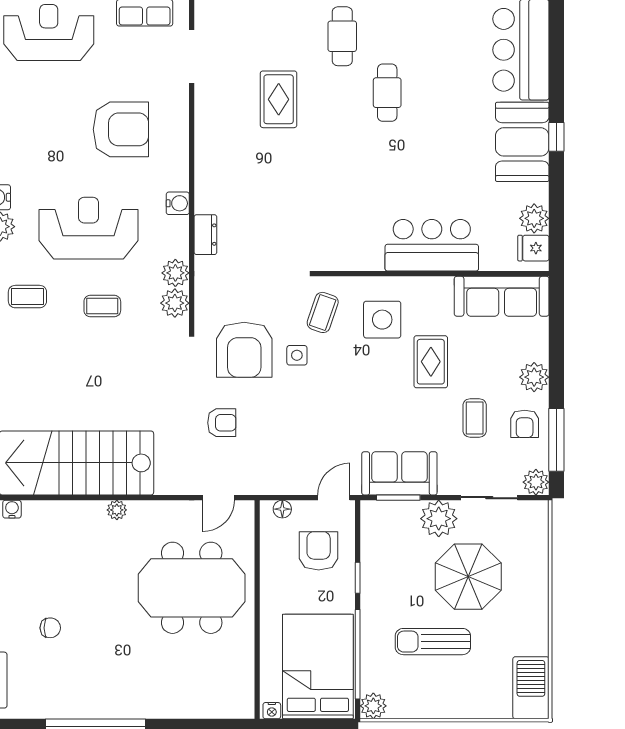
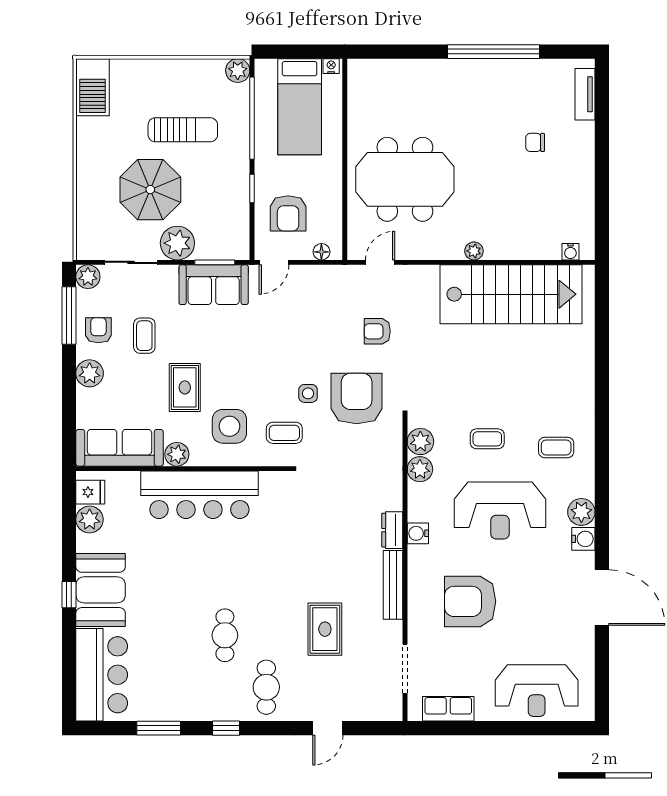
bench: (205, 147) -> (393, 585), added
dresser: (205, 235) -> (392, 530), moved
bar counter: (432, 245) -> (199, 495), width x1.36
plant: (439, 289) -> (177, 454), added
coffee table: (323, 312) -> (284, 433), turned 71
bed: (318, 667) -> (300, 107), width x0.67

